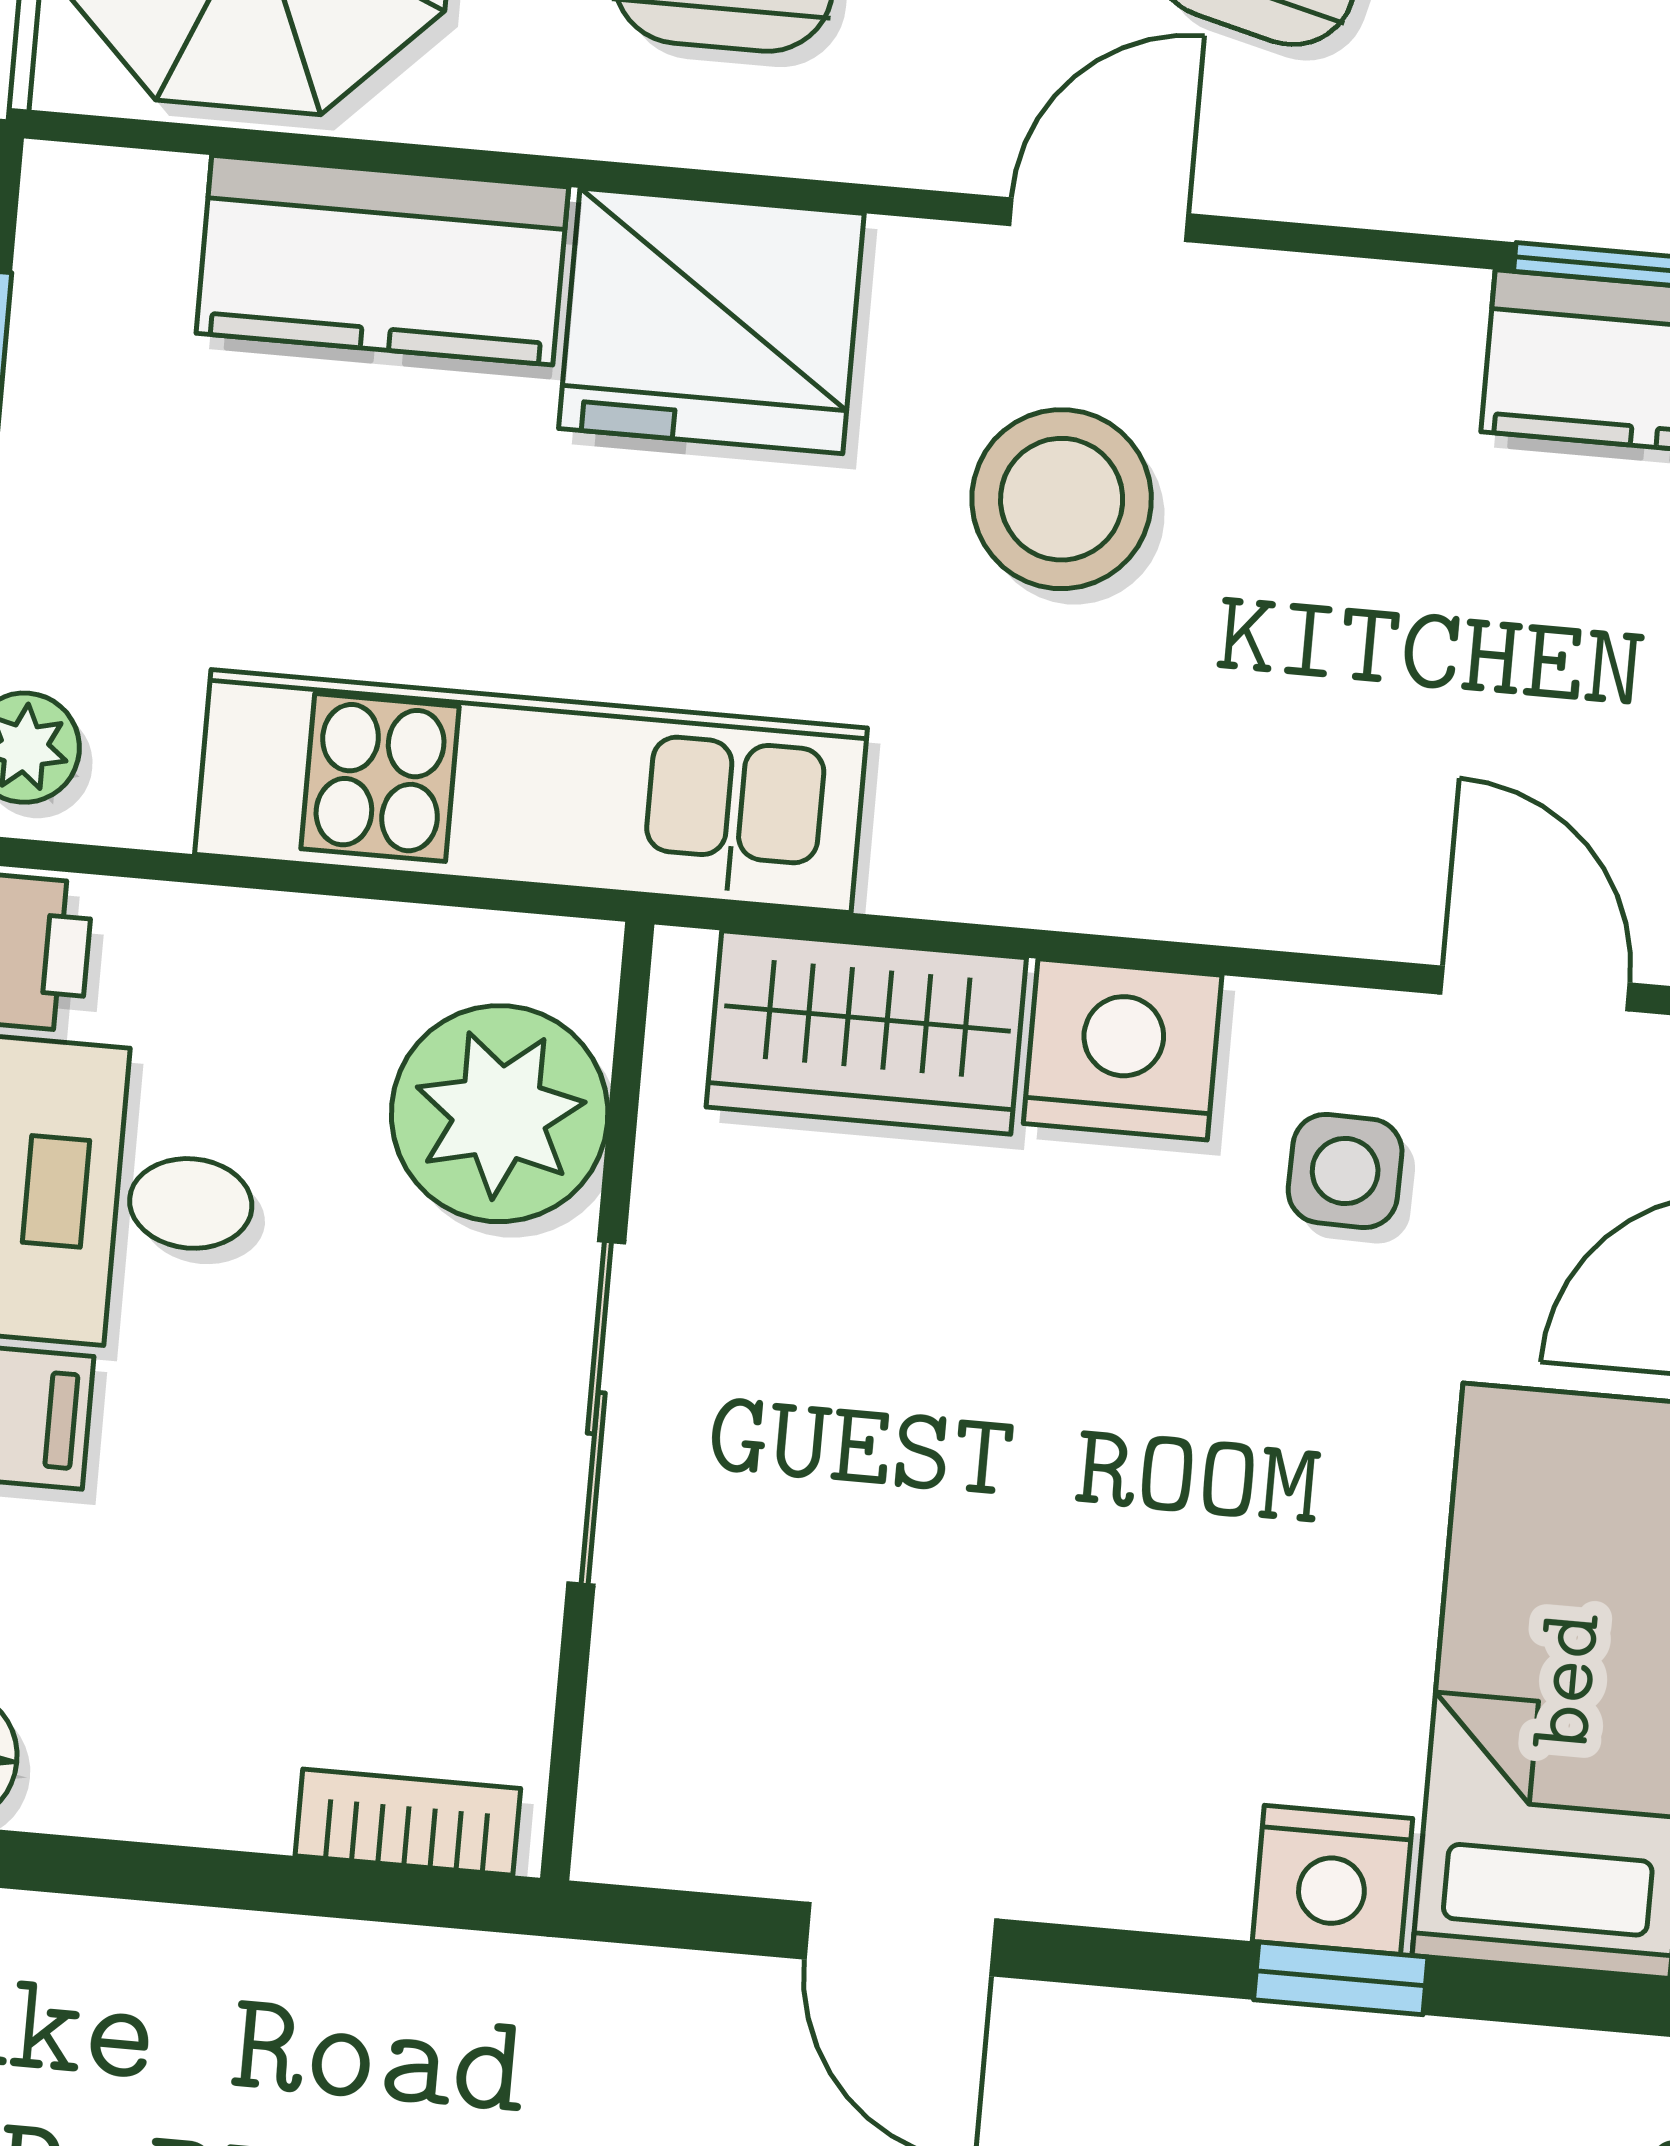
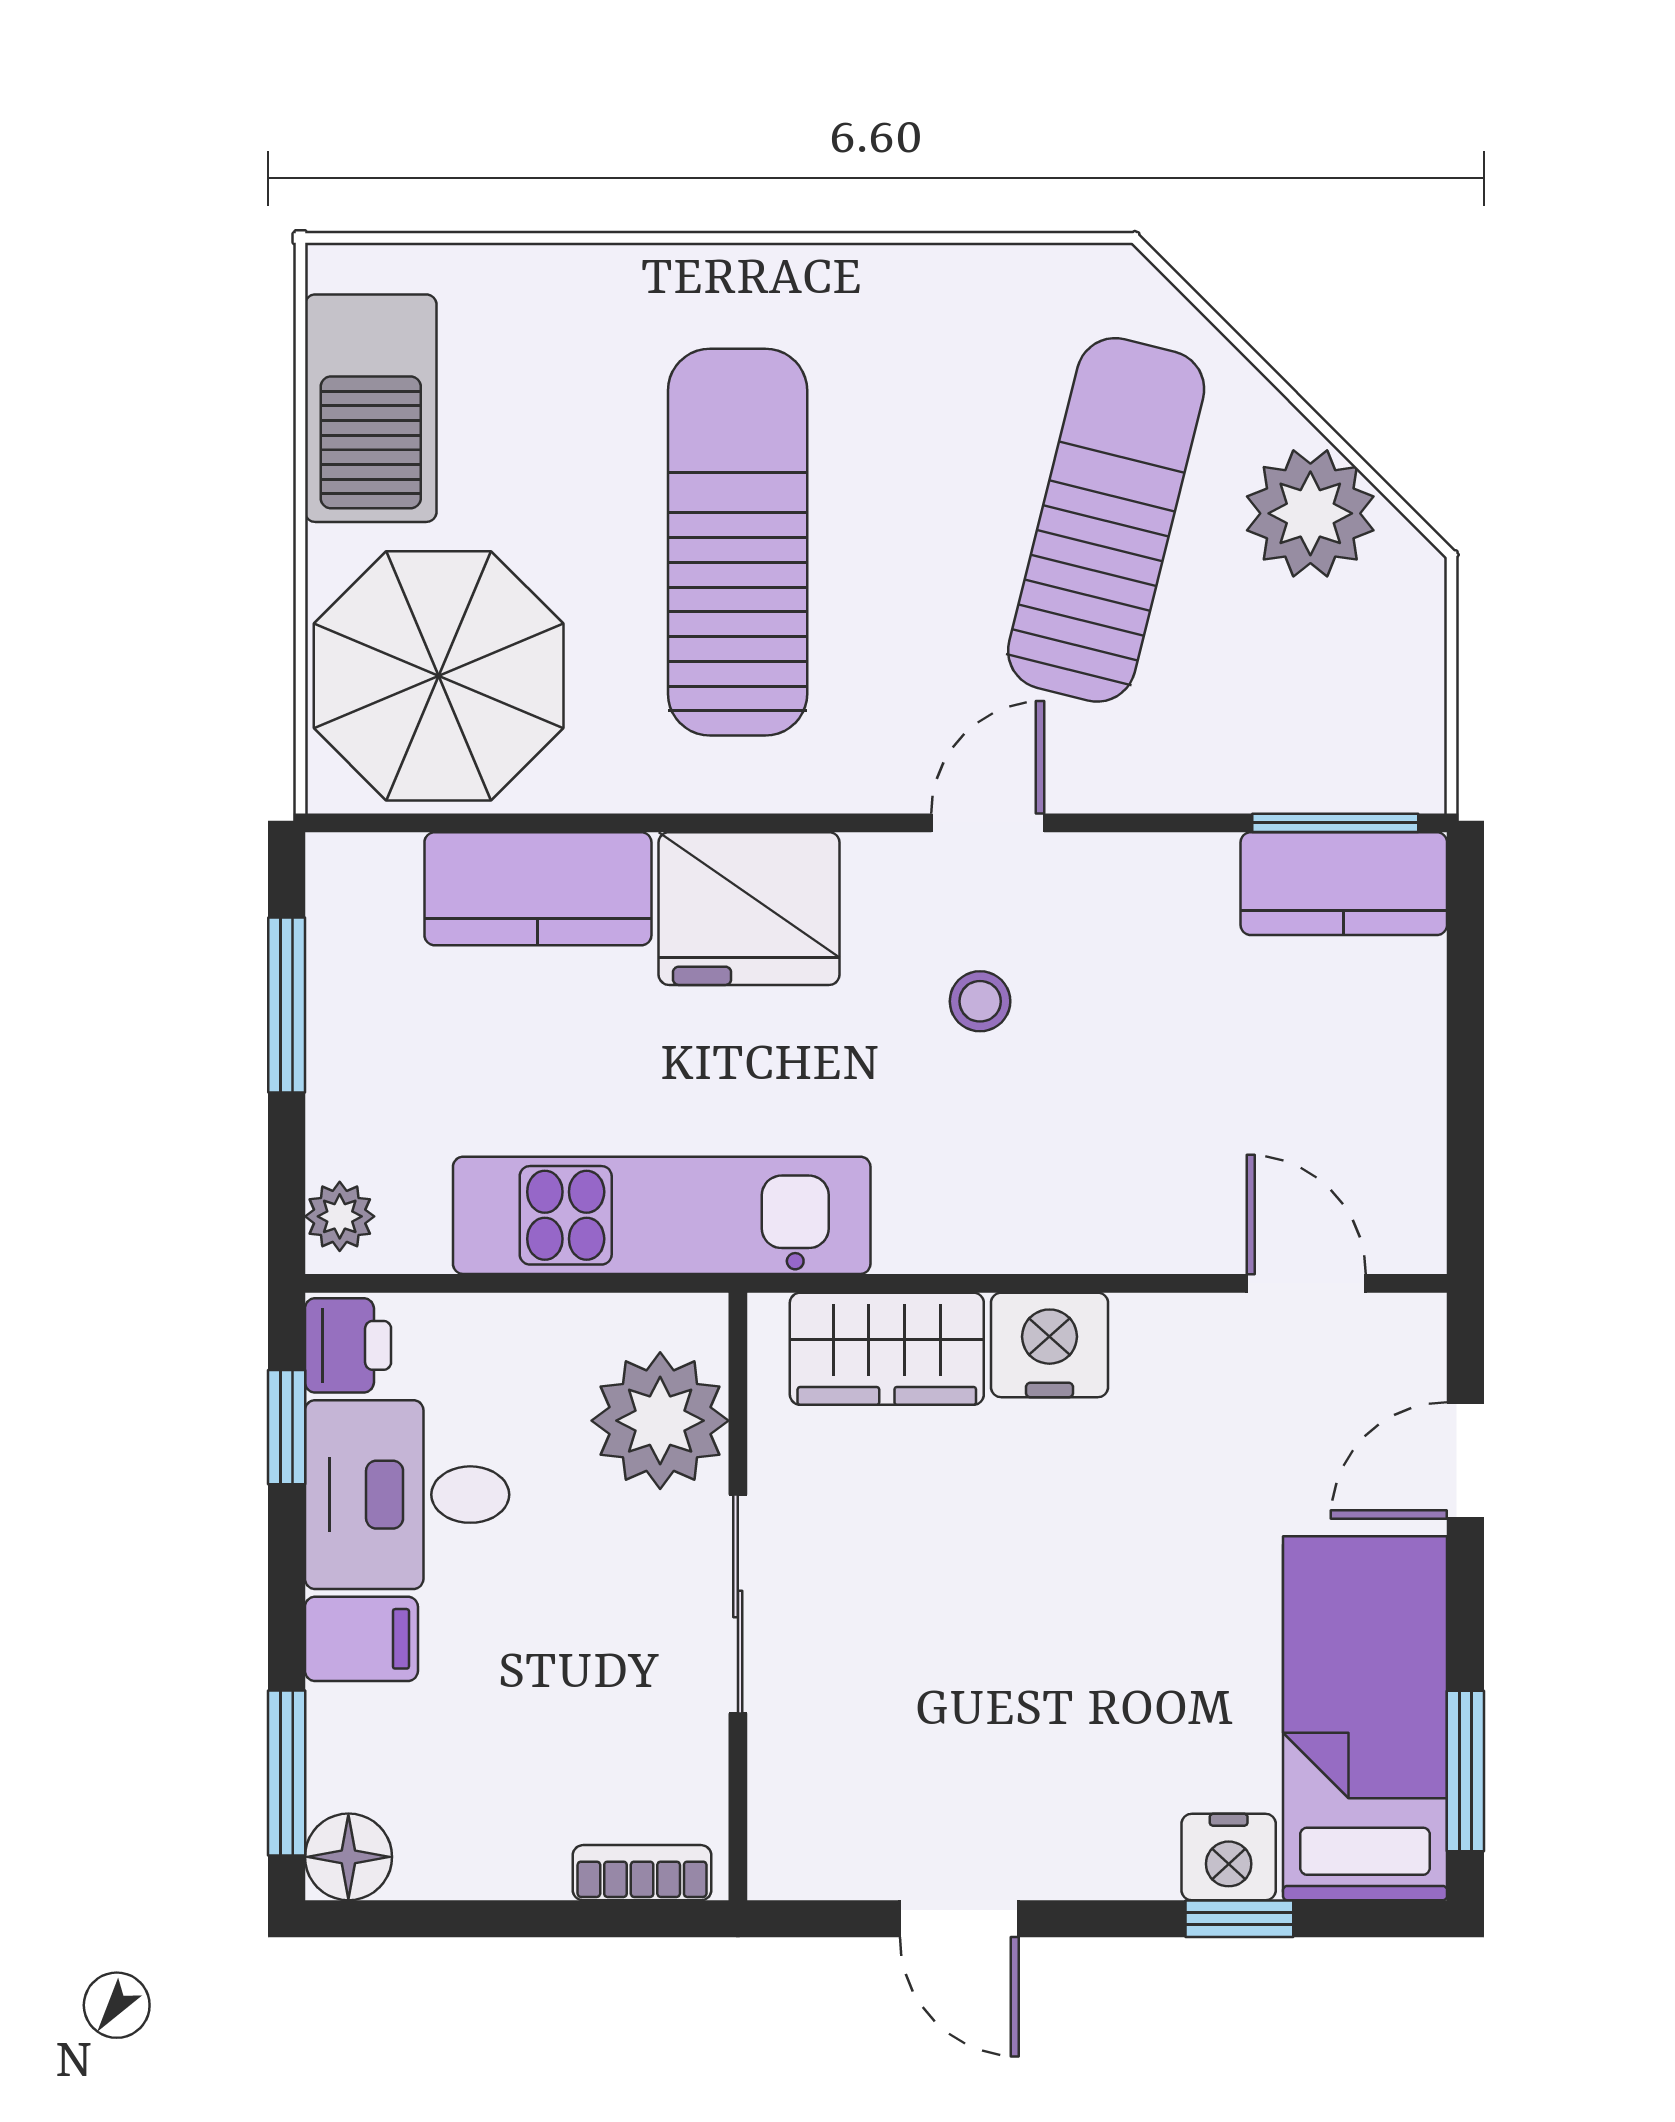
stool: (1062, 499) -> (980, 1001), width x0.53, depth x0.53
side table: (1345, 1171) -> (1197, 1409), removed

